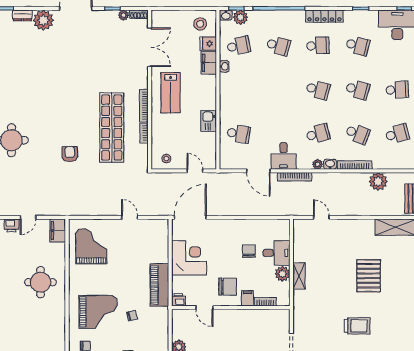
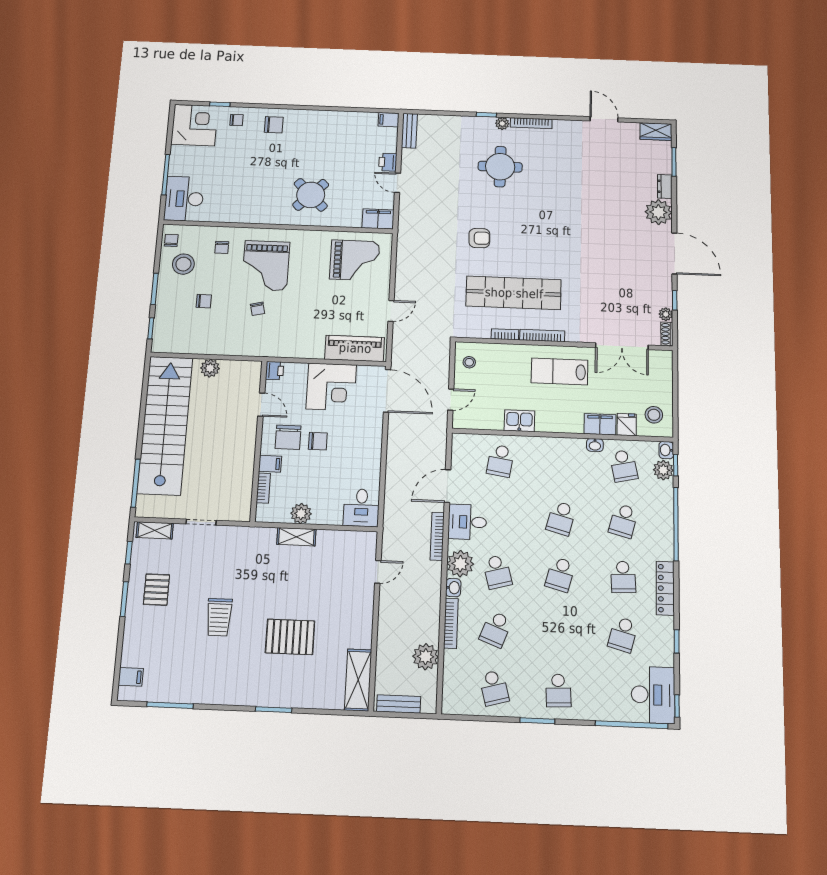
school desk: (358, 90) -> (561, 518), moved
plant: (318, 164) -> (460, 564), width x1.88, depth x1.88
chair: (249, 251) -> (318, 441), moved
desk: (277, 253) -> (361, 508), moved
round table: (41, 282) -> (311, 195), turned 45
piano: (159, 285) -> (355, 348), moved
door: (204, 308) -> (261, 405), swing flipped

